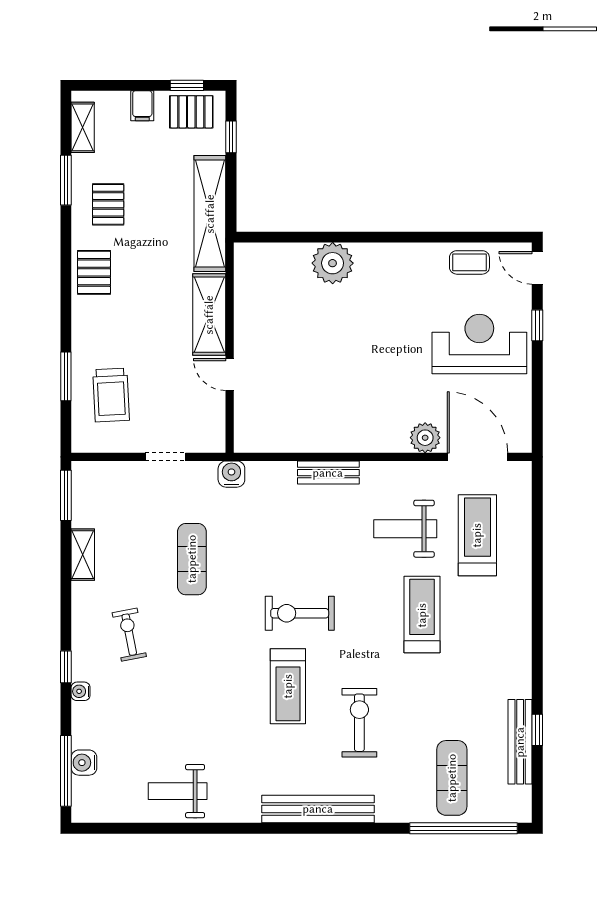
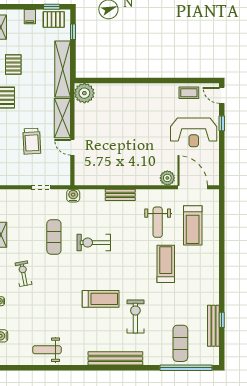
plant: (333, 263) -> (84, 93), moved
reception desk: (479, 344) -> (194, 132), turned 180
trolley: (111, 395) -> (32, 141), moved
weight bench: (405, 529) -> (158, 222), turned -90
treadmill: (477, 535) -> (193, 225), turned 180
exercise bike: (300, 613) -> (94, 243), moved
treadmill: (288, 686) -> (101, 299), turned -90

